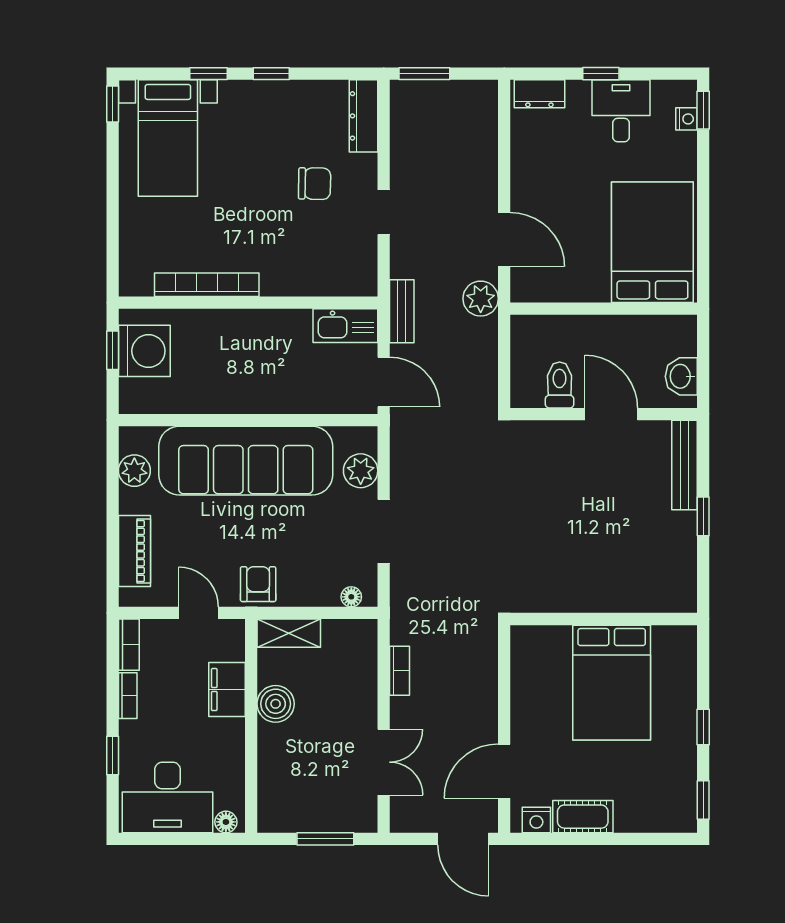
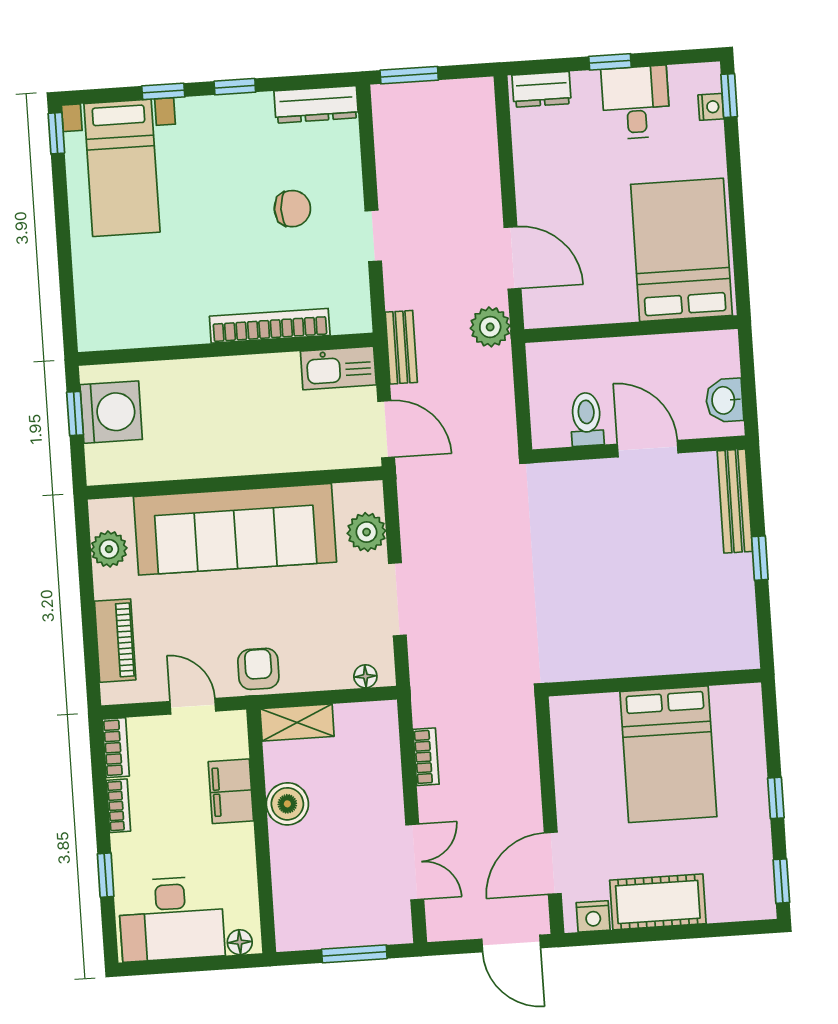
dresser: (363, 116) -> (316, 104), moved, turned -90
bookcase: (207, 285) -> (270, 326), moved
cot: (583, 817) -> (658, 902), width x1.37, depth x1.34

